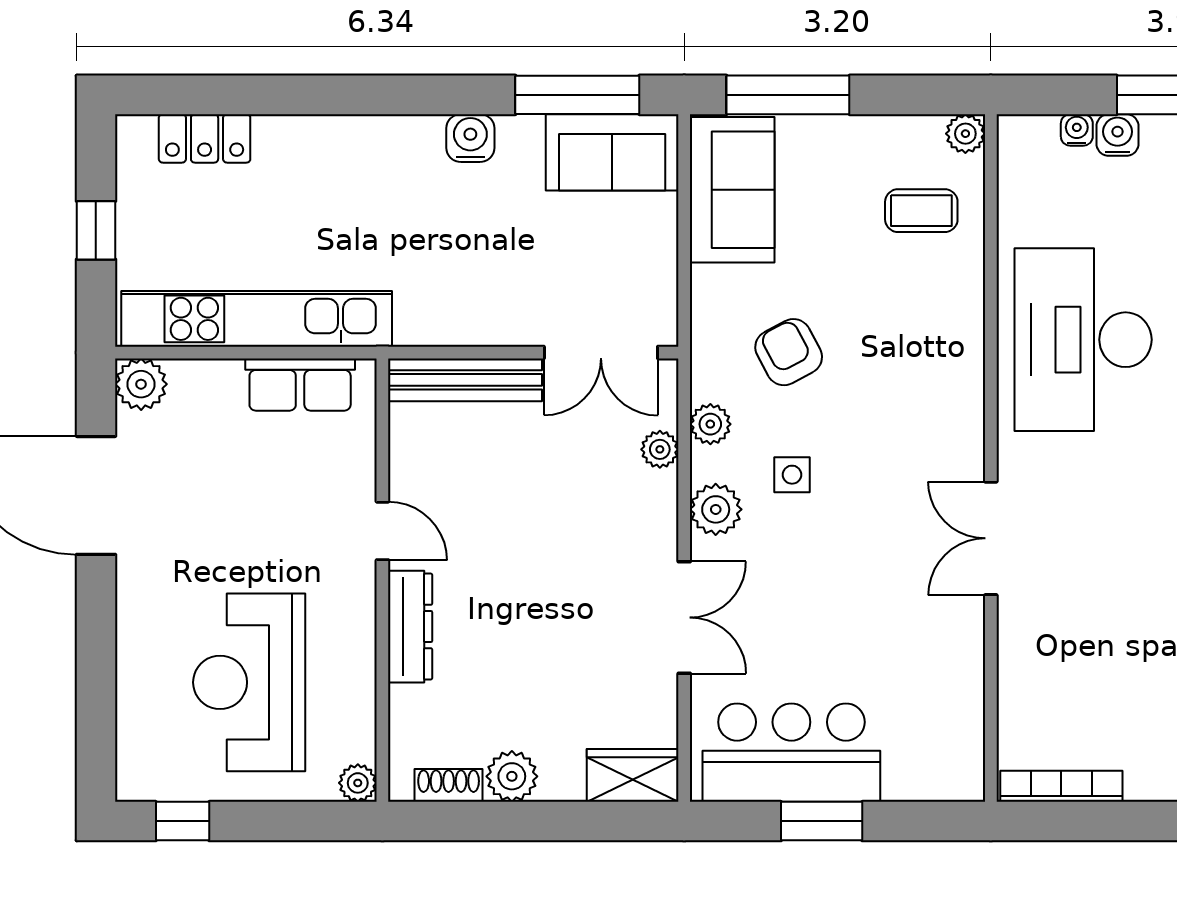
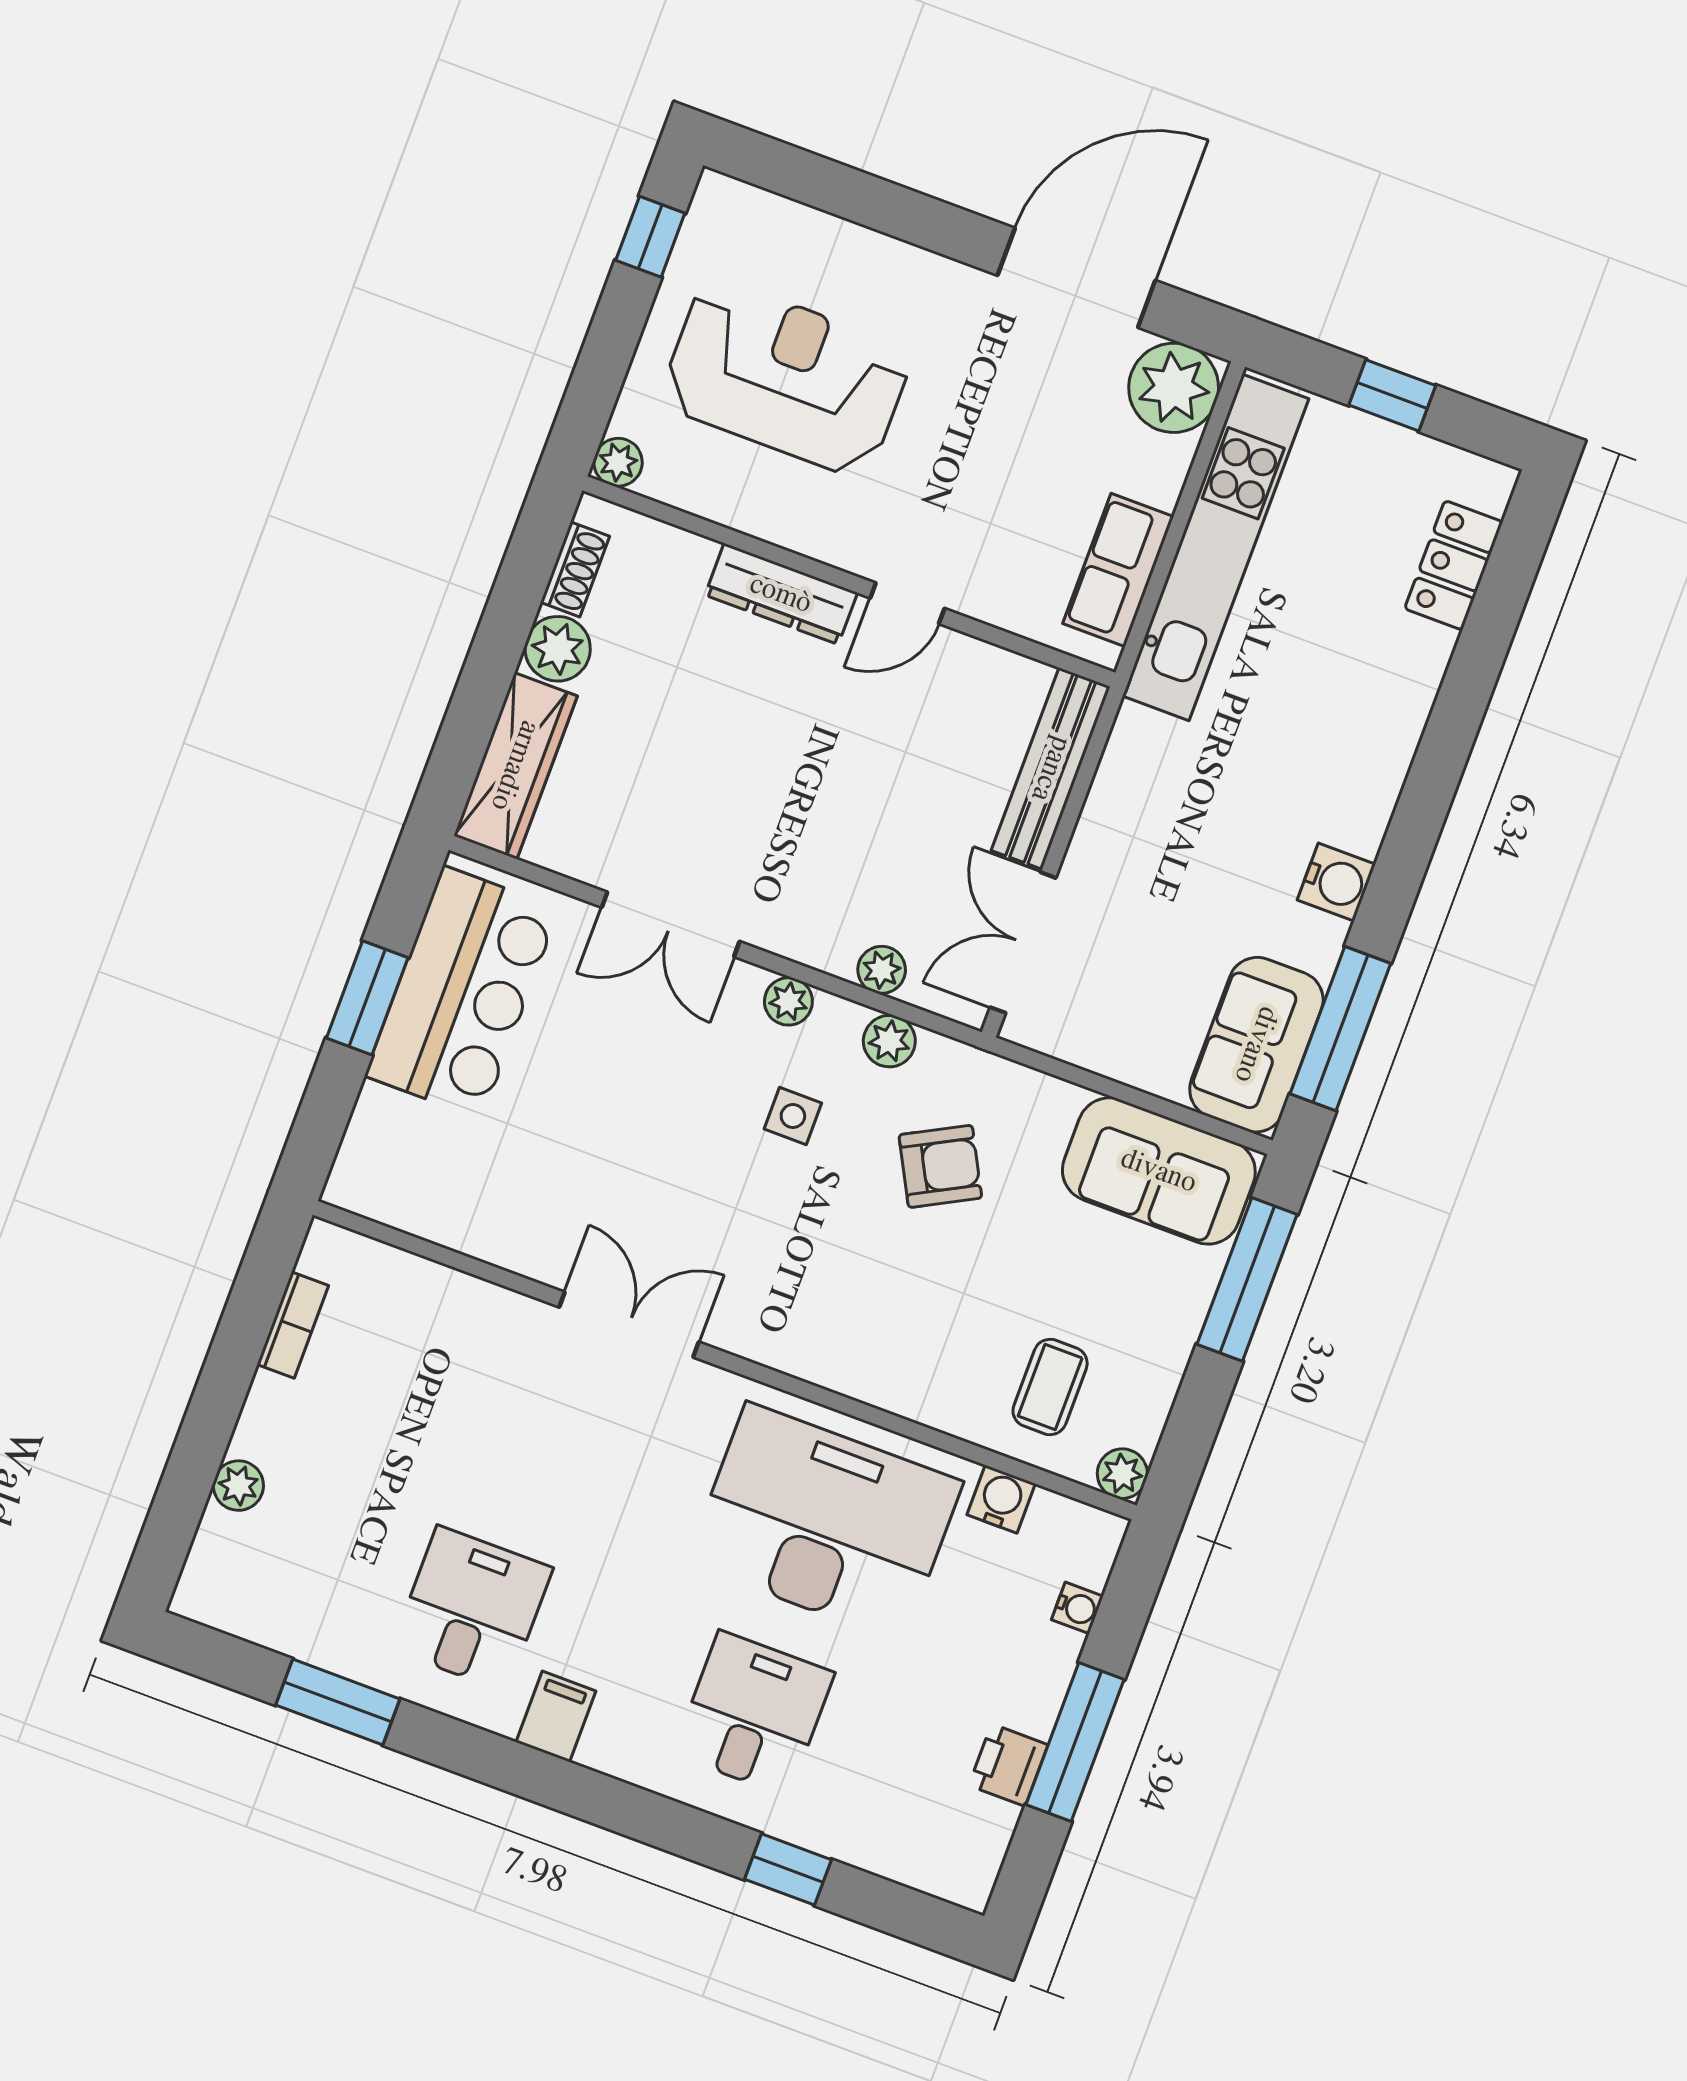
water cooler: (1118, 135) -> (1001, 1499), moved, turned -90
plant: (141, 384) -> (1174, 388), width x1.36, depth x1.36
plant: (716, 509) -> (788, 1001), width x0.73, depth x0.73
wardrobe: (633, 775) -> (515, 766), width x1.50
bookcase: (1061, 786) -> (293, 1325), width x0.64

